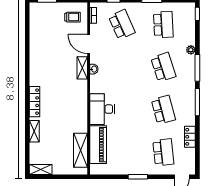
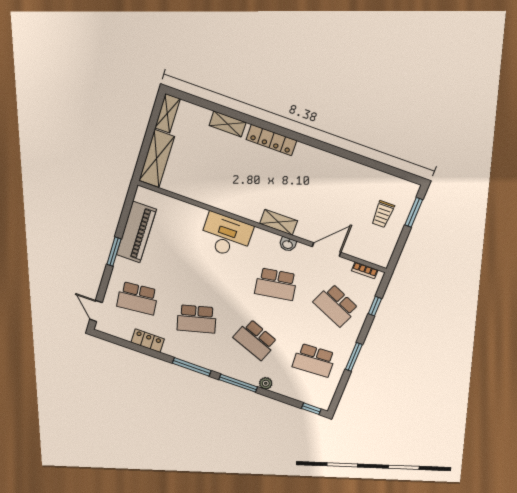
trolley: (72, 17) -> (383, 214), moved
school desk: (122, 25) -> (336, 305), turned 48
school desk: (122, 67) -> (276, 284), added
school desk: (163, 67) -> (255, 340), turned 39
shelving: (82, 68) -> (279, 222), moved
piano: (98, 145) -> (136, 232), moved, turned -90
shelving: (80, 150) -> (157, 159), moved, turned 90

